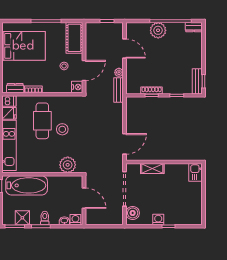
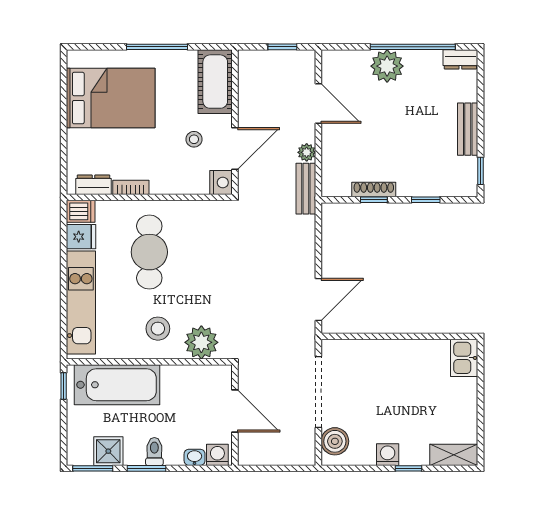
bench: (197, 81) -> (468, 129), moved
stool: (62, 129) -> (158, 329), moved
shelving: (152, 168) -> (454, 455), moved

